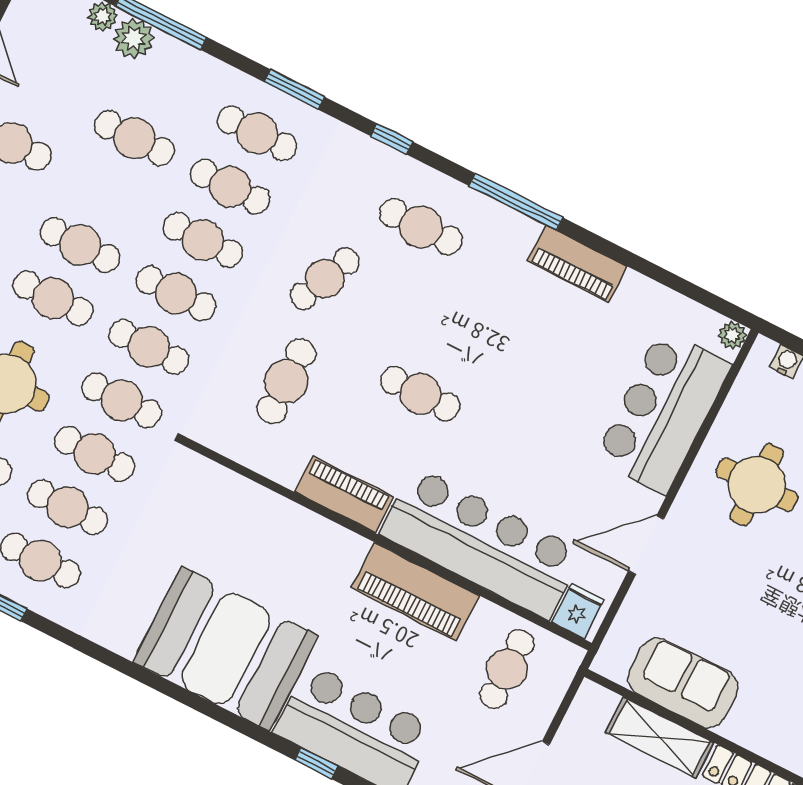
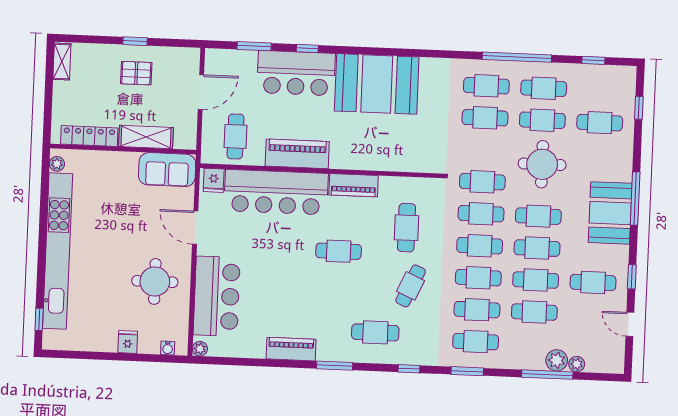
window: (516, 202) -> (335, 366), width x0.69
cafe table: (95, 454) -> (536, 280), moved
door: (646, 545) -> (195, 228), swing flipped
sofa: (683, 683) -> (167, 170), moved

